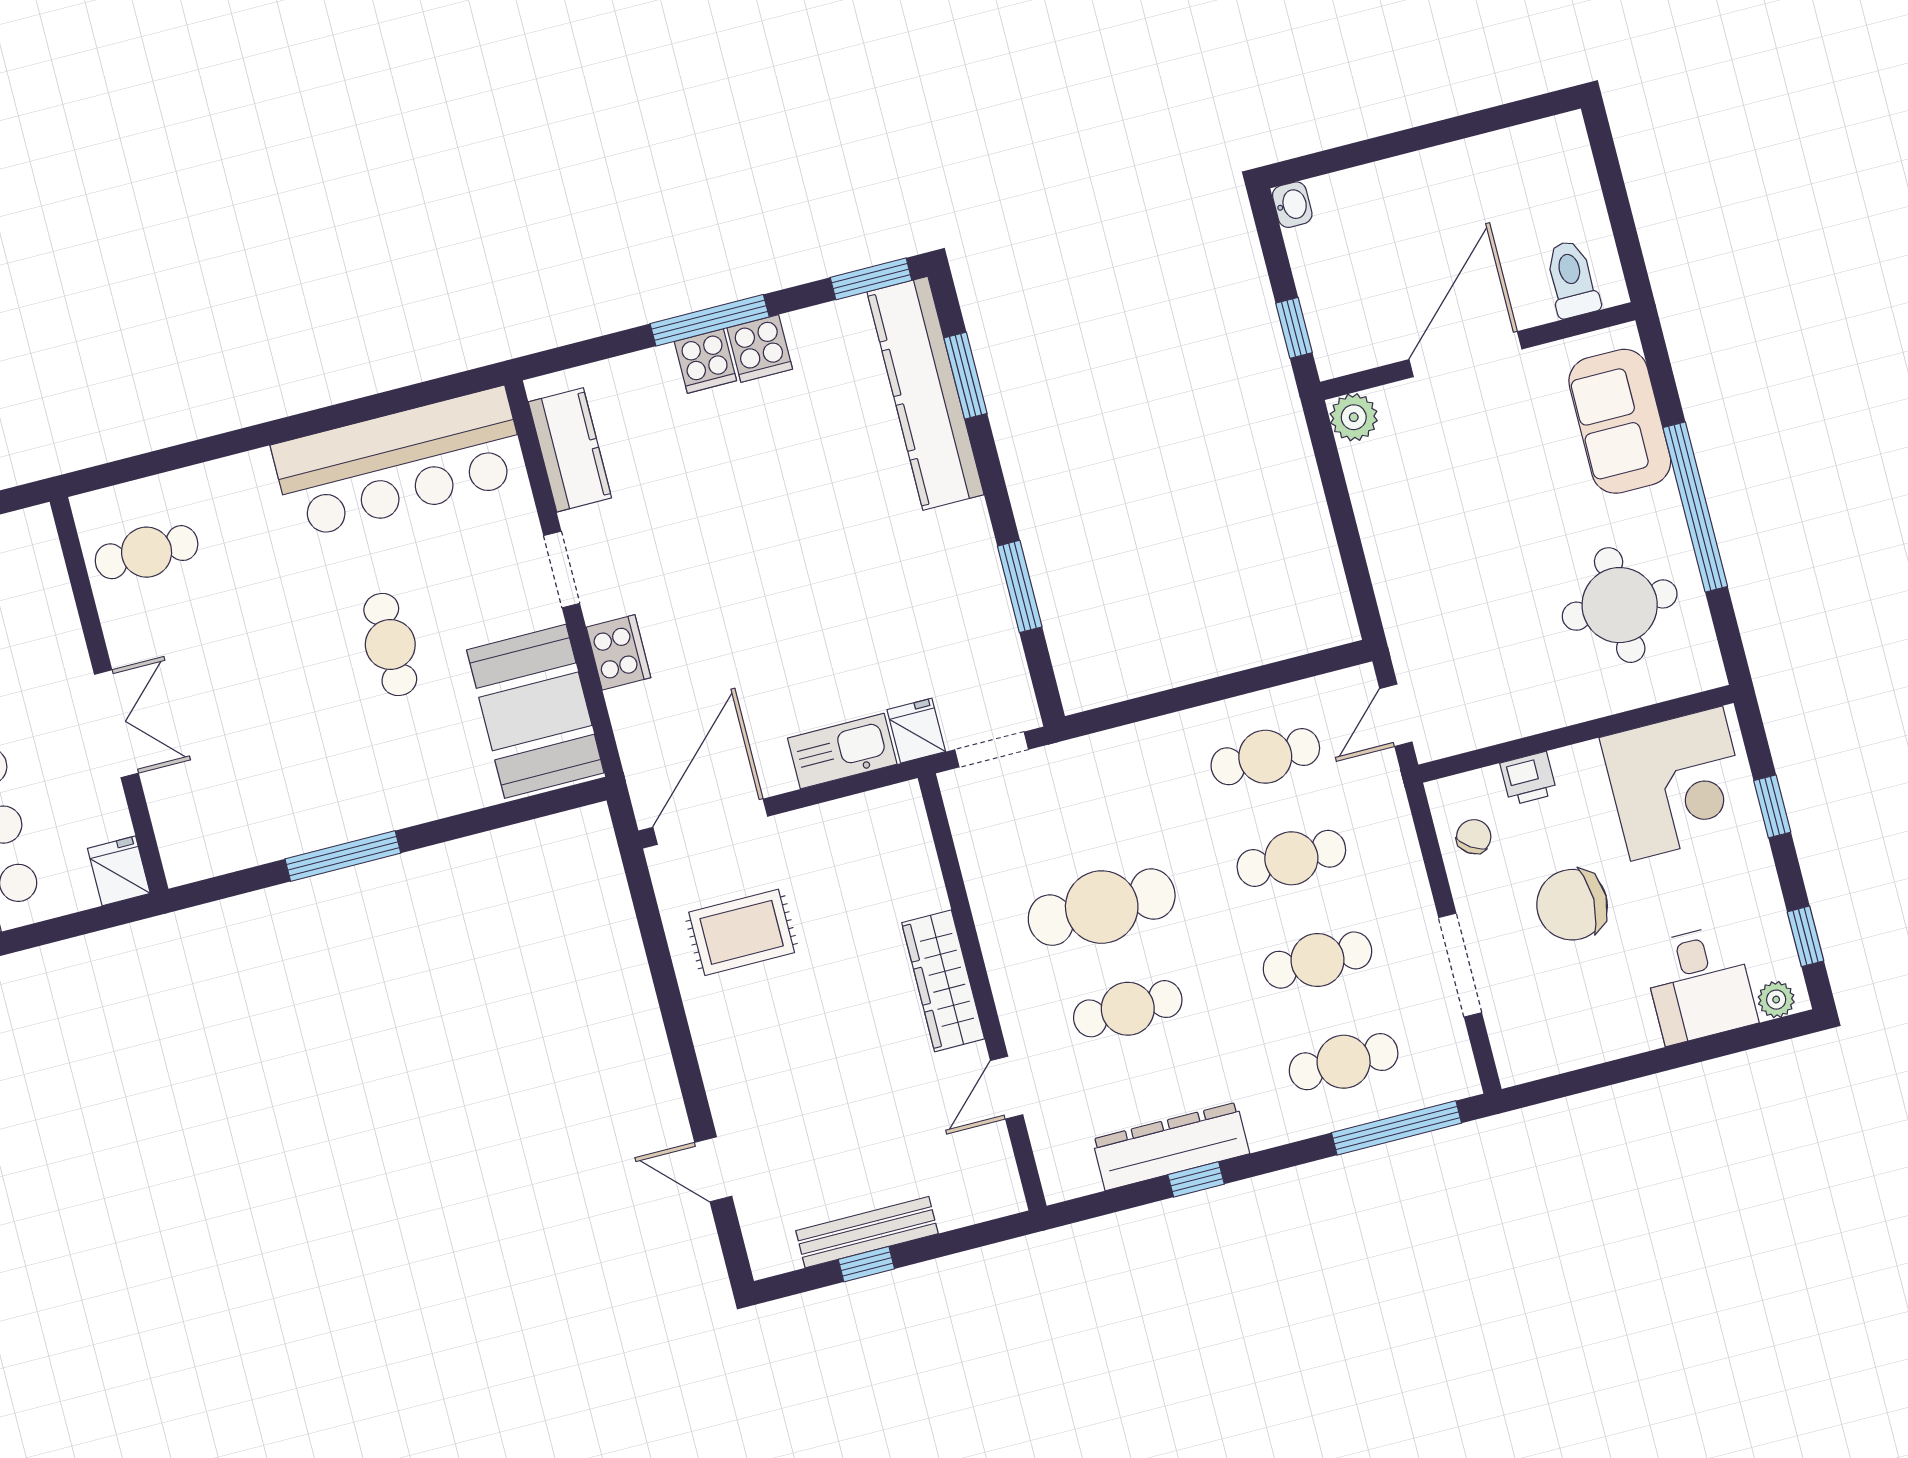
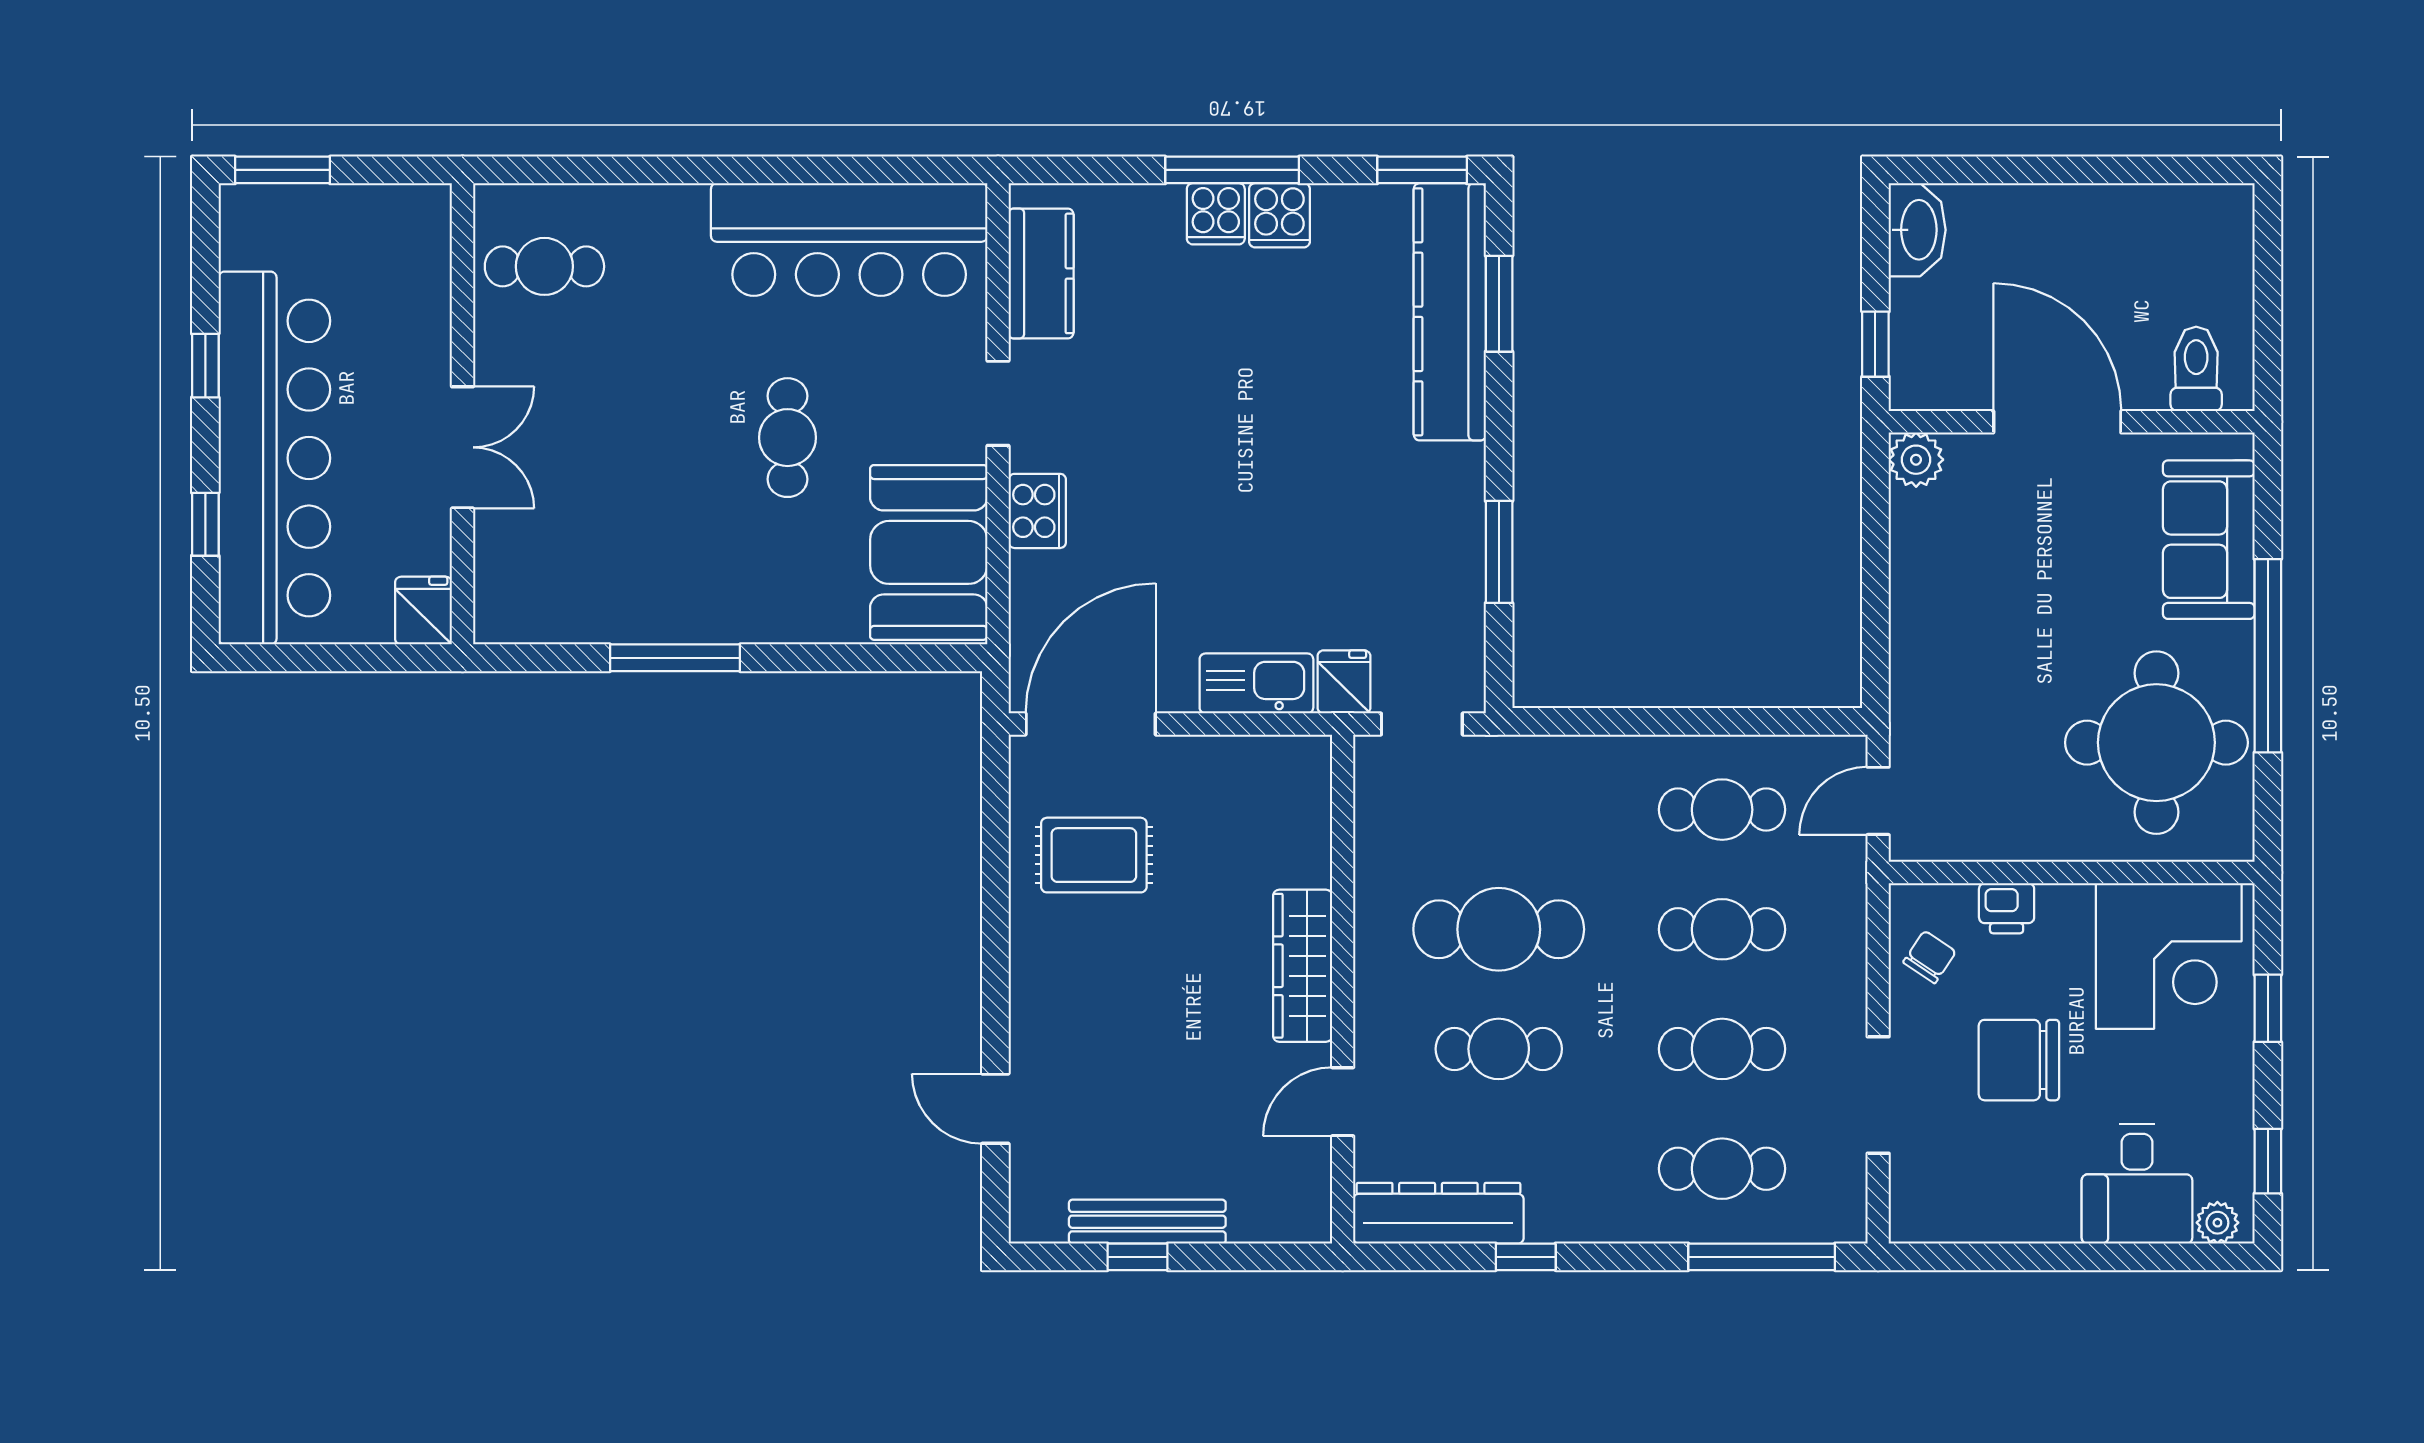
washbasin: (1292, 205) -> (1917, 230), width x1.91, depth x1.45
door: (1465, 354) -> (2057, 422), hinge flipped
round table: (1620, 605) -> (2156, 743), width x1.36, depth x1.36
dresser: (1171, 1146) -> (1438, 1213), moved

